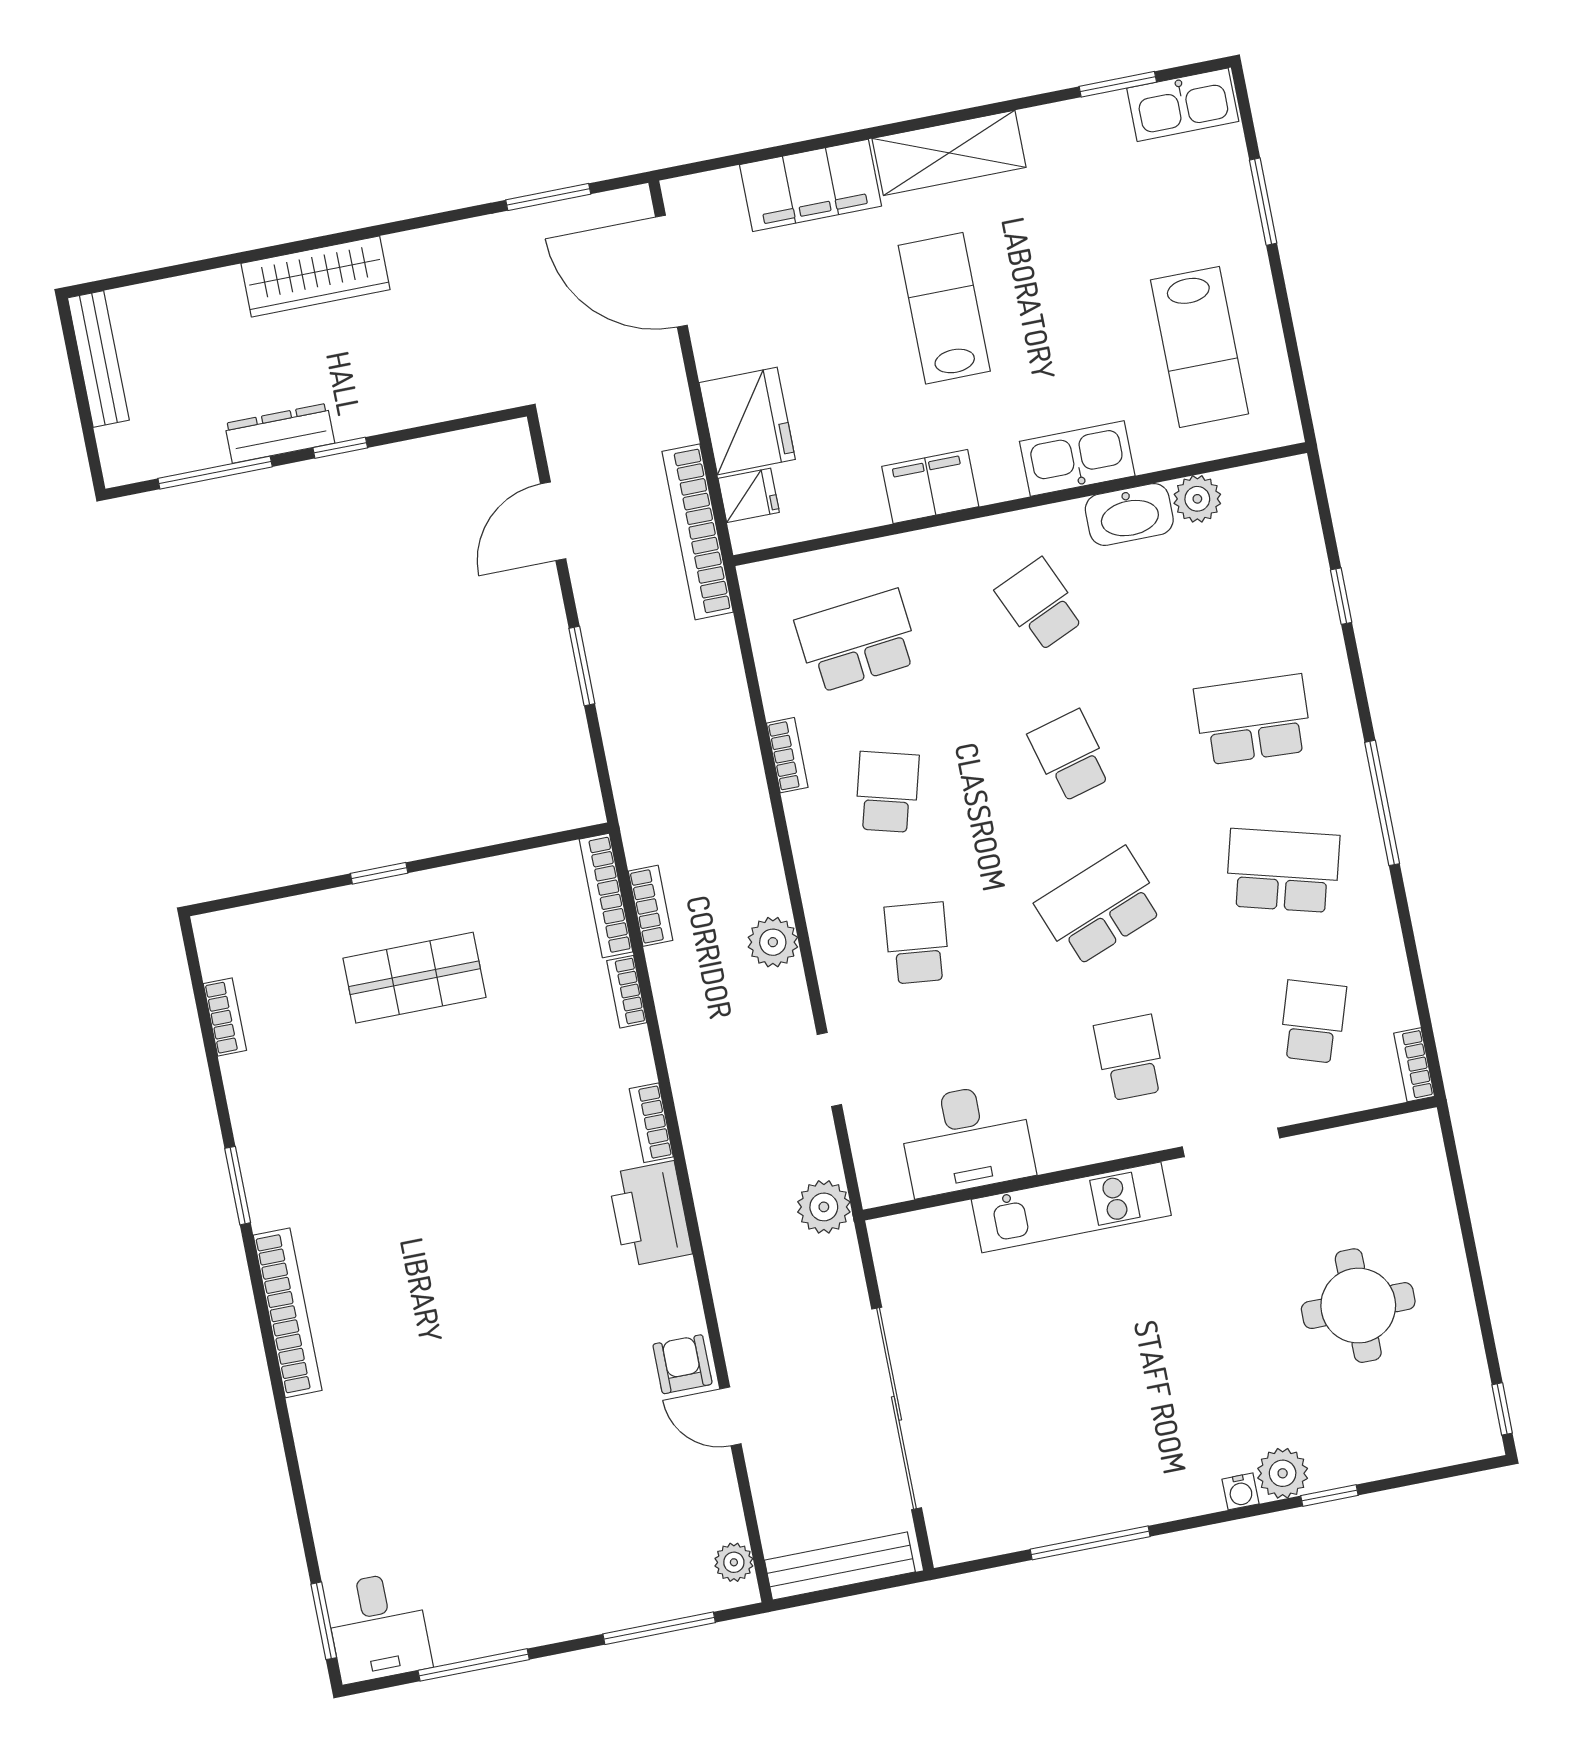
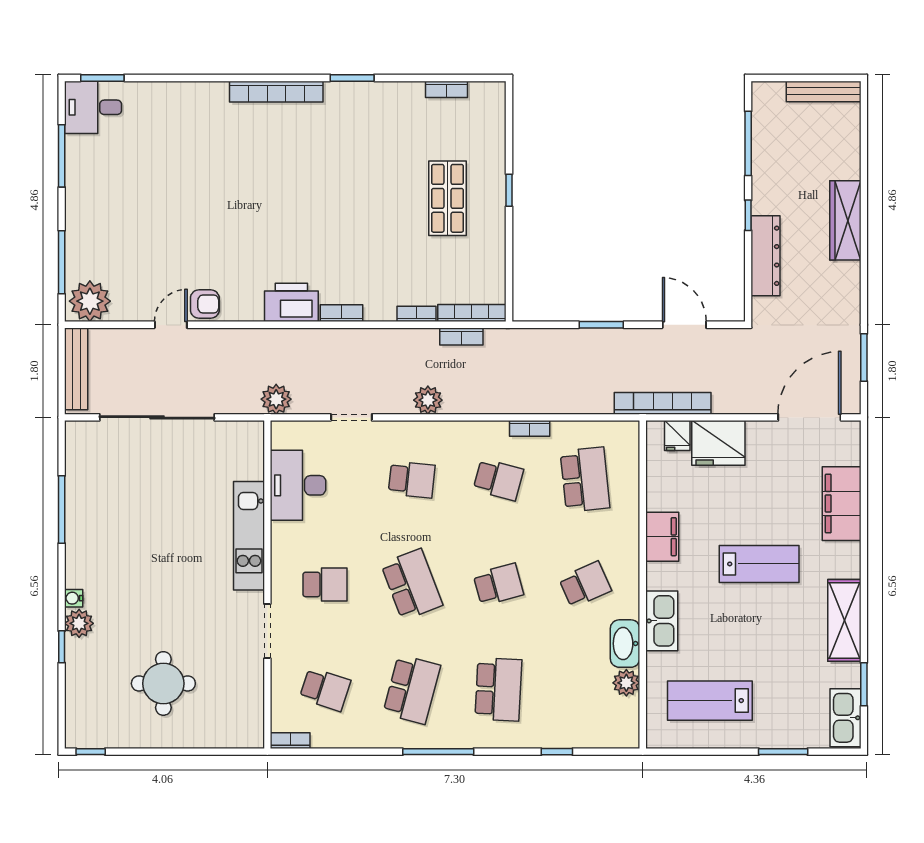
shelving: (949, 153) -> (844, 620), moved
dresser: (280, 433) -> (766, 256), moved, width x1.37, depth x1.24
plant: (734, 1562) -> (90, 301), width x1.87, depth x1.87

